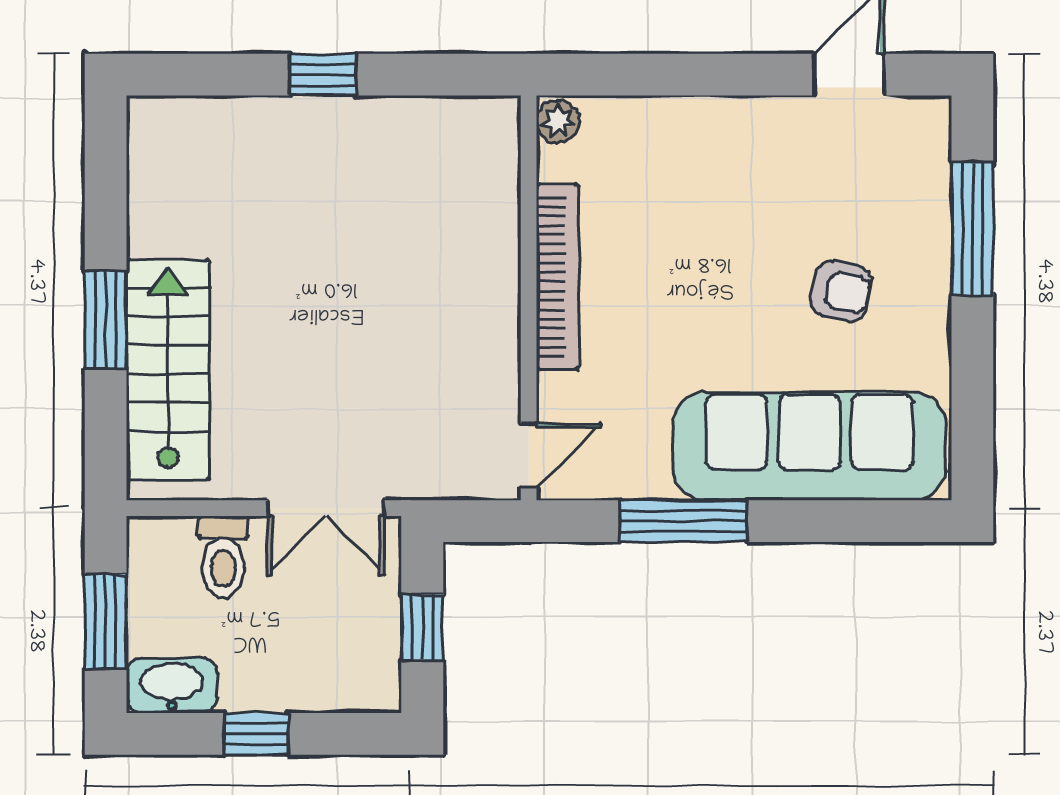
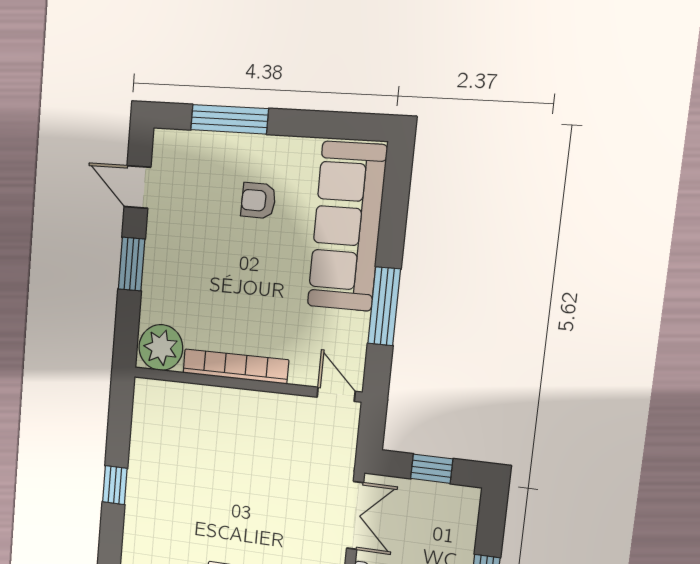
window: (716, 75) -> (132, 264), added
plant: (558, 121) -> (161, 348), width x1.87, depth x1.87
armchair: (841, 291) -> (258, 201), turned -100

